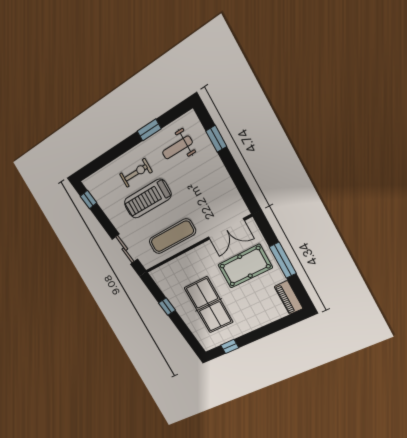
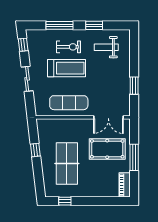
window: (216, 139) -> (134, 86), moved
window: (112, 154) -> (60, 25), added
treadmill: (148, 199) -> (66, 68), turned 180
sliding door: (125, 249) -> (27, 79), moved

